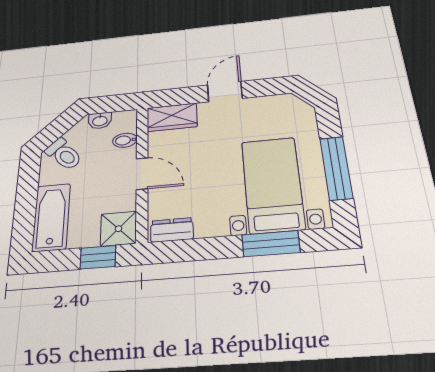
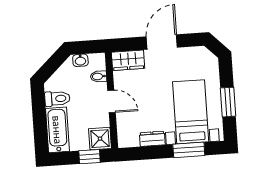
door: (225, 92) -> (162, 42), width x1.38
toilet: (64, 154) -> (57, 99), moved, turned -47
window: (336, 168) -> (228, 102), width x0.69
dresser: (172, 230) -> (152, 139), moved

